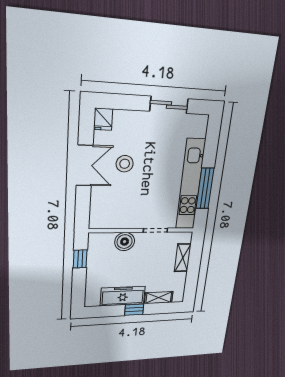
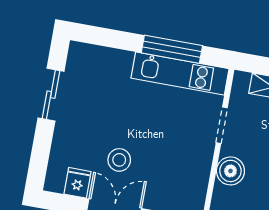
fridge: (103, 119) -> (77, 183), moved, turned -90
kitchen unit: (190, 185) -> (180, 73), width x0.73

